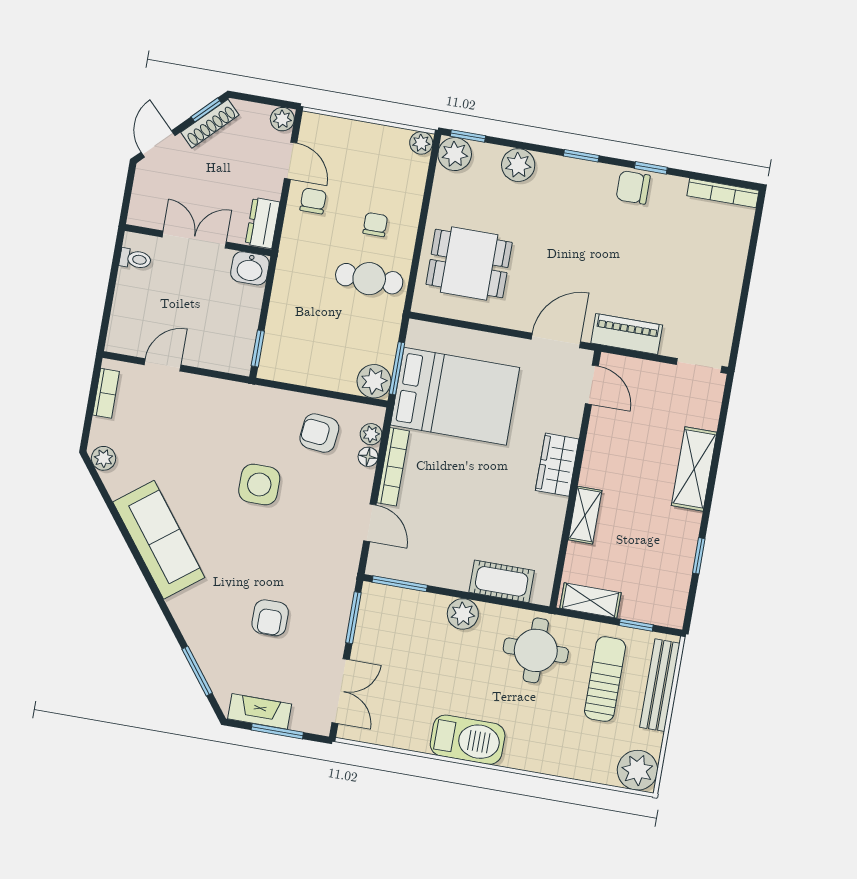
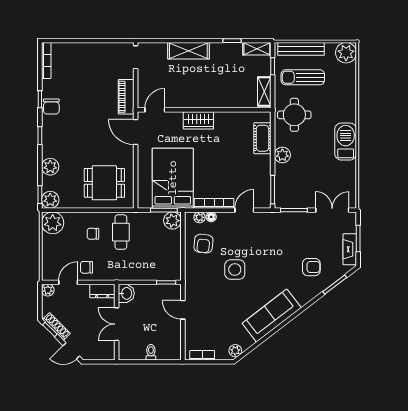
plant: (421, 143) -> (53, 223), width x1.87, depth x1.87
toilet: (135, 259) -> (151, 352), moved
dining table: (469, 263) -> (104, 183), turned 90
door: (163, 365) -> (183, 310), moved
shelving: (585, 515) -> (257, 49), moved
armchair: (270, 618) -> (311, 267), moved

